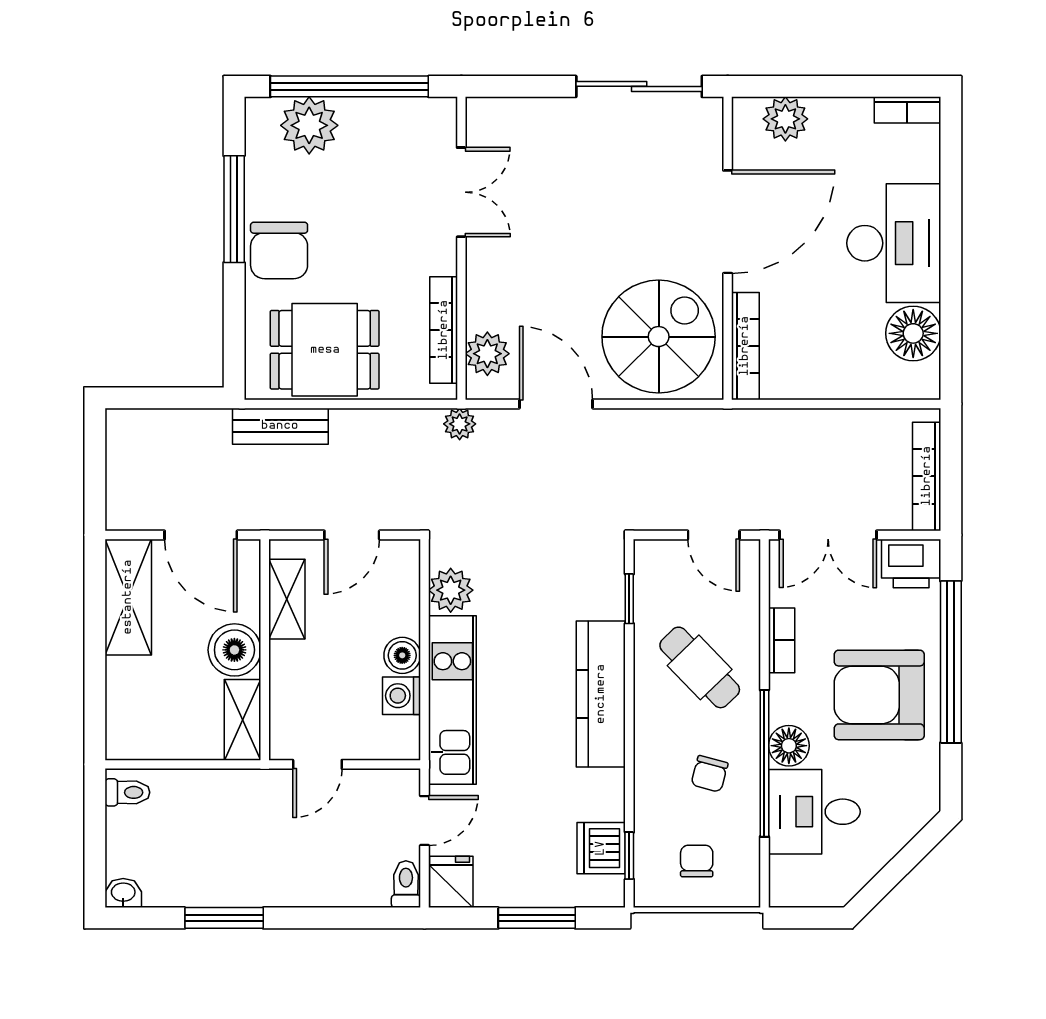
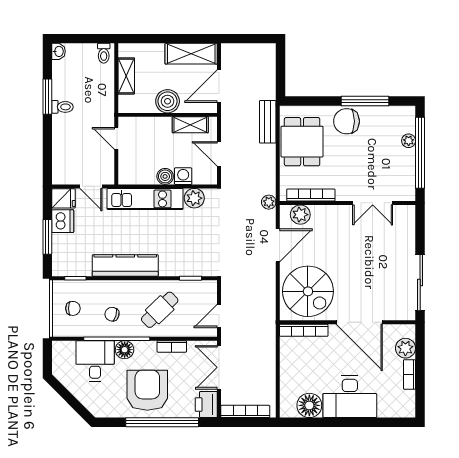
bookcase: (907, 110) -> (409, 374), moved
plant: (309, 125) -> (409, 141), width x0.53, depth x0.53
kitchen counter: (601, 694) -> (125, 265), moved
washing machine: (402, 696) -> (183, 176), moved
shelving: (242, 720) -> (126, 76), moved, turned 90
dishwasher: (601, 848) -> (63, 221), moved, turned 90
toilet: (406, 884) -> (63, 107), moved

